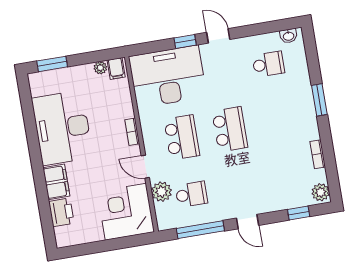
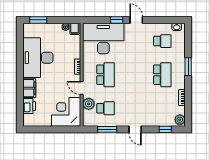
school desk: (230, 129) -> (162, 75), moved
window: (200, 230) -> (107, 129), width x0.69

